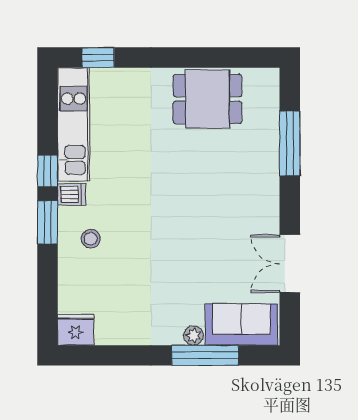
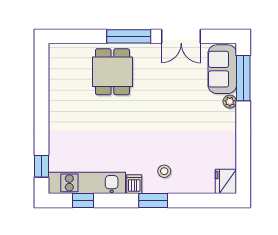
dining table: (207, 99) -> (112, 72), moved
window: (290, 144) -> (129, 36), moved
window: (47, 171) -> (83, 201), moved
window: (205, 355) -> (243, 78), moved

